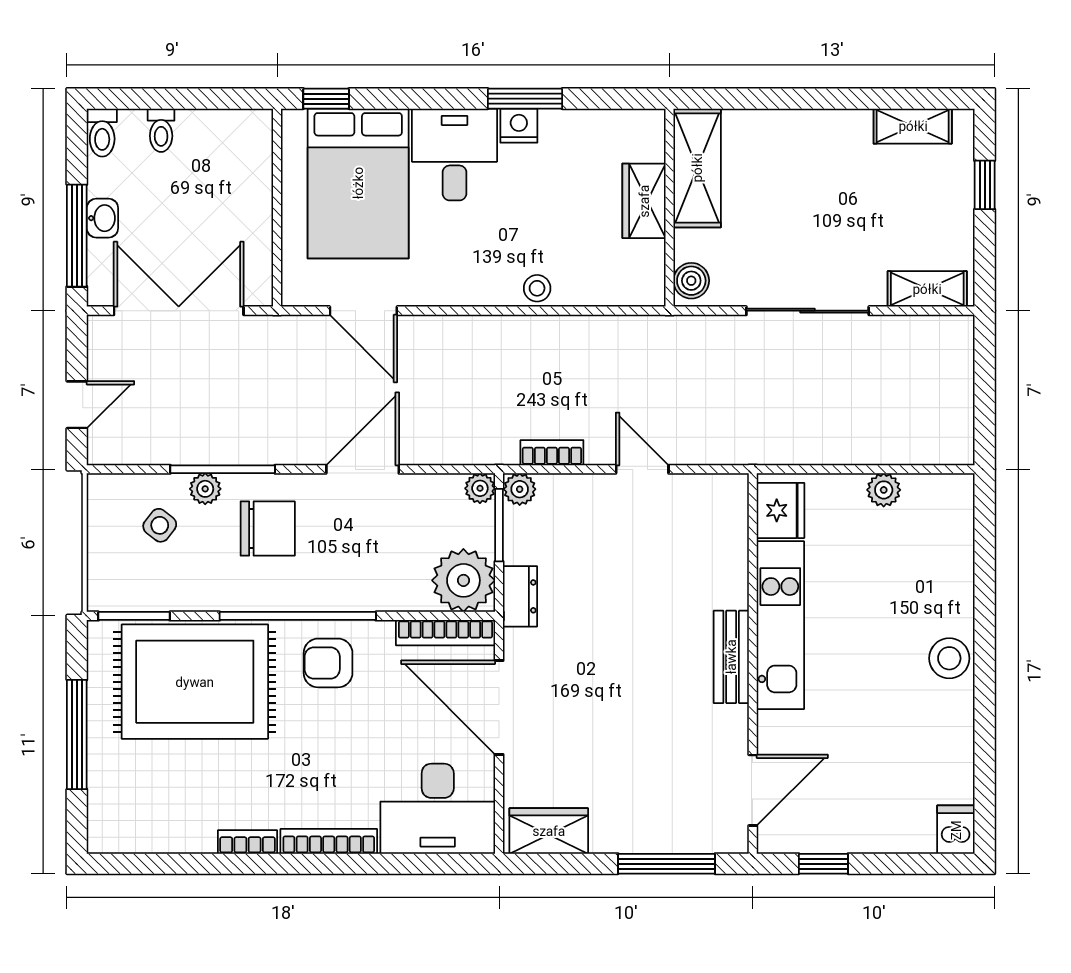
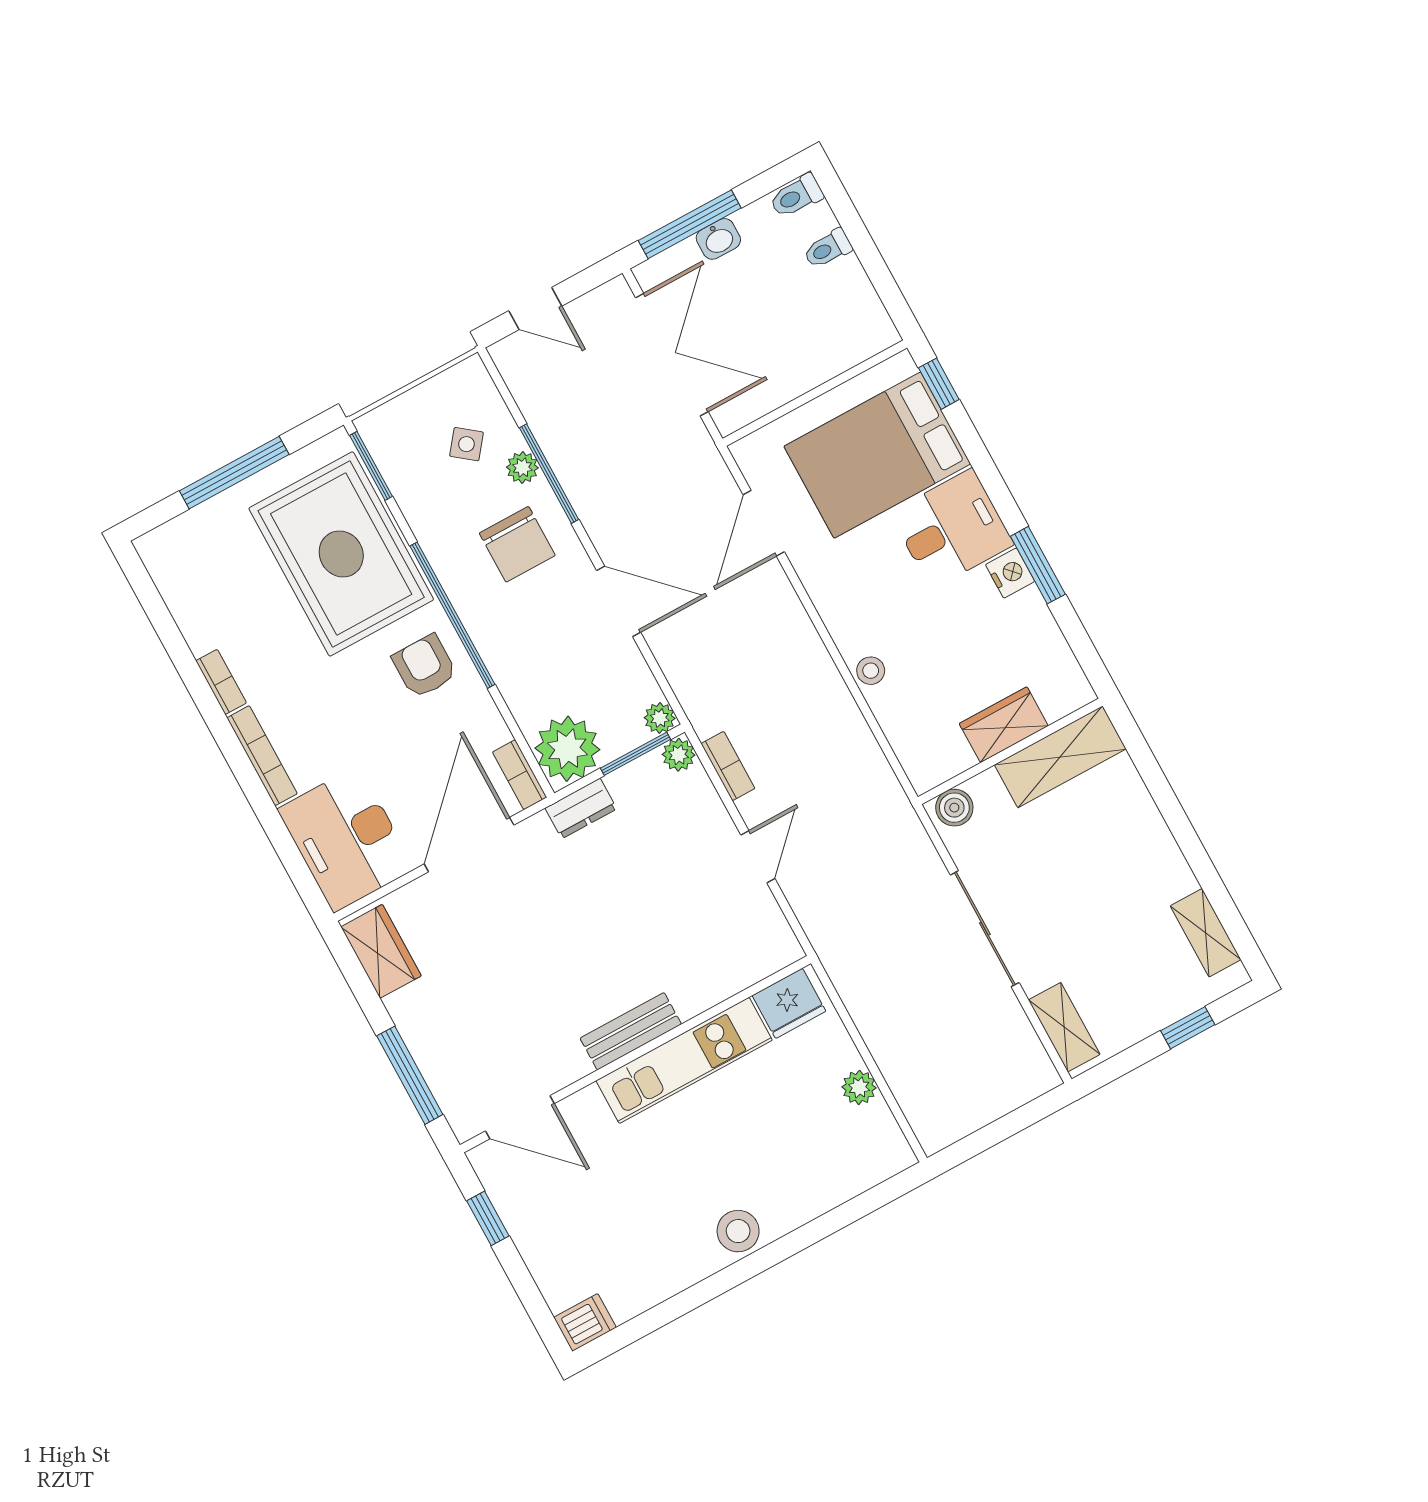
bookcase: (445, 633) -> (520, 775), width x0.64

